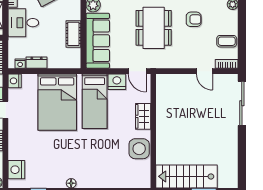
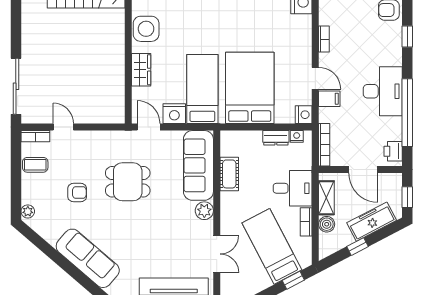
armchair: (194, 19) -> (77, 193), turned 180
dining table: (154, 28) -> (128, 182), width x0.73

